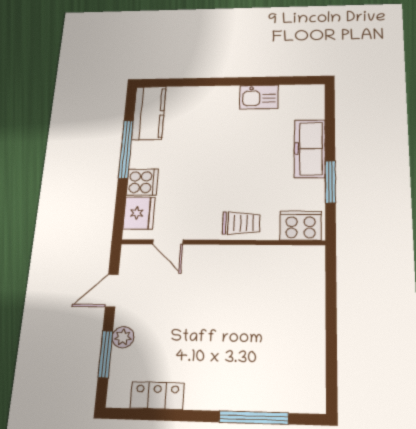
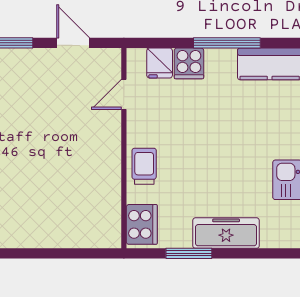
fridge: (139, 213) -> (160, 63), width x0.72
trolley: (241, 223) -> (144, 166), turned 180
plant: (123, 337) -> (27, 58), removed

